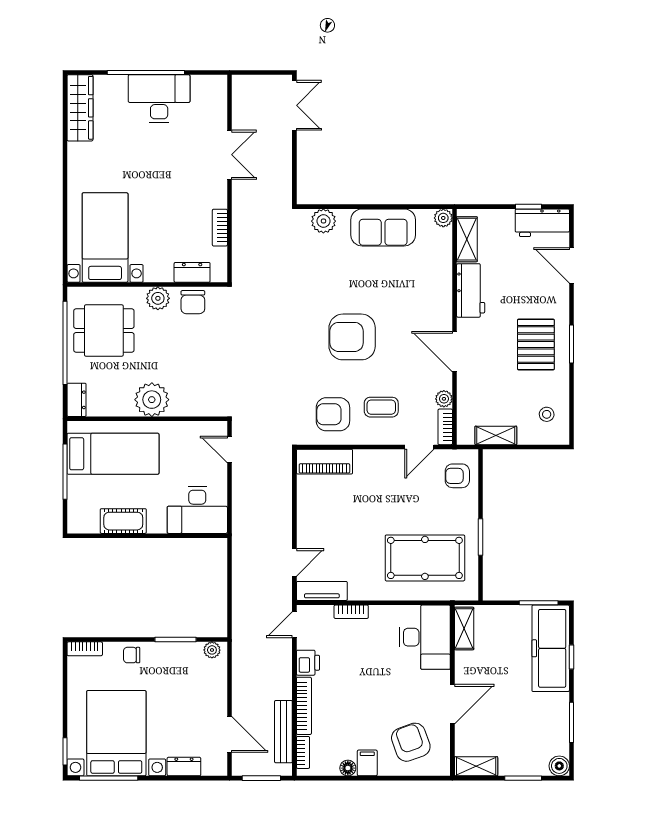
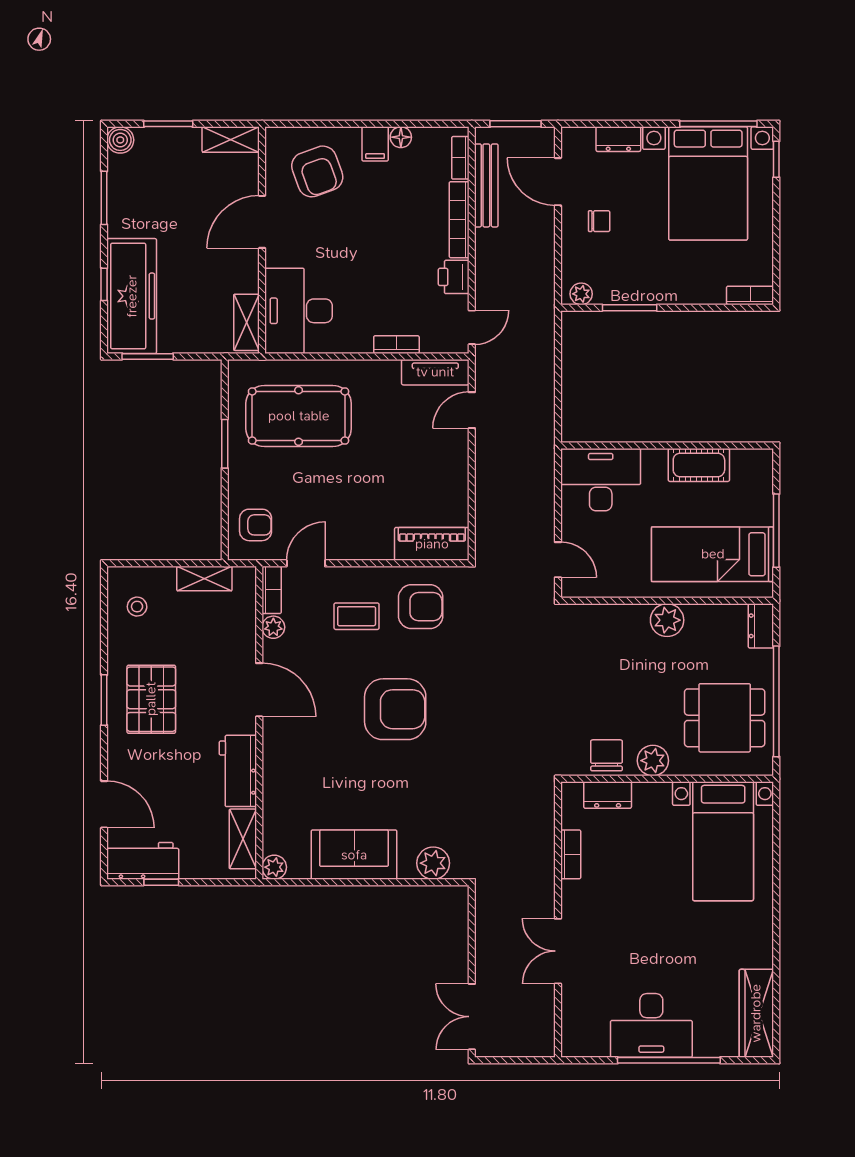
plant: (152, 400) -> (667, 620), width x0.73, depth x0.73
chair: (132, 655) -> (599, 221), moved

